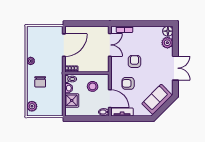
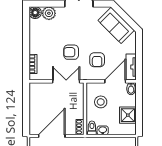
door: (64, 45) -> (52, 136), hinge flipped
double door: (110, 45) -> (66, 81), moved
shower: (72, 100) -> (128, 115), moved

